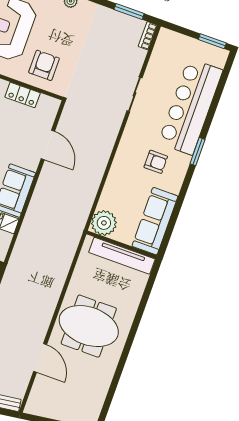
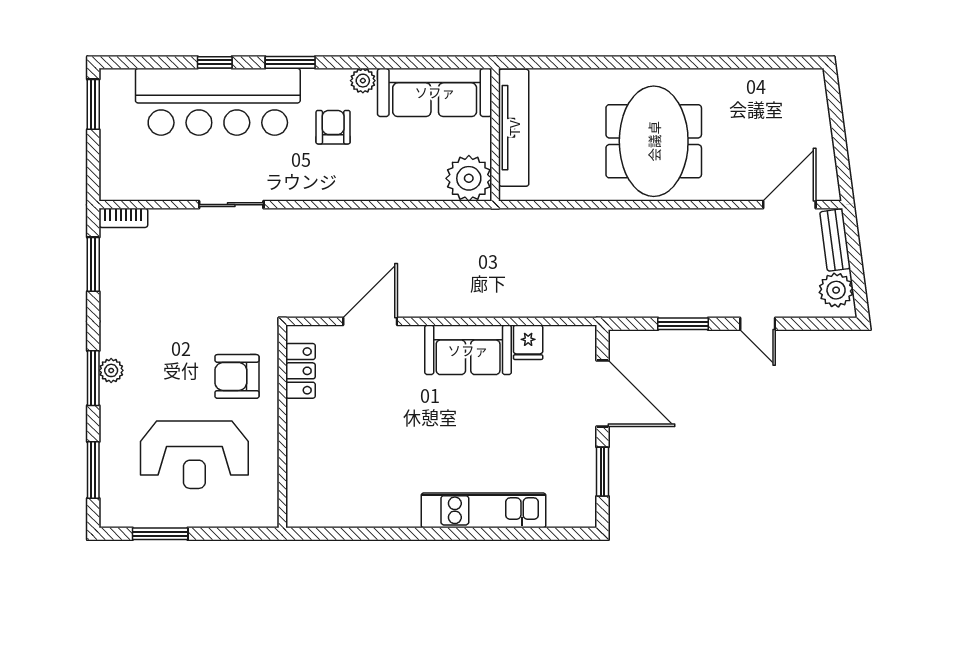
locker: (23, 95) -> (300, 371), moved
window: (212, 112) -> (215, 62), added
plant: (175, 186) -> (363, 81), added
door: (40, 358) -> (789, 205), moved

